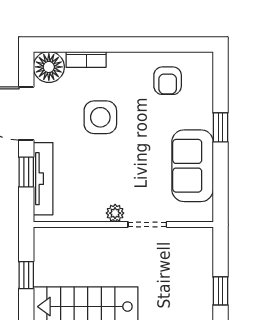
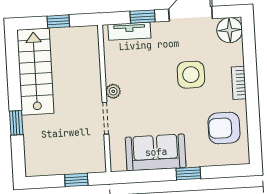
bookcase: (86, 60) -> (239, 83), moved
armchair: (168, 81) -> (224, 128), width x1.38, depth x1.38
tv unit: (43, 179) -> (129, 31), width x0.71
window: (220, 291) -> (76, 180), moved

